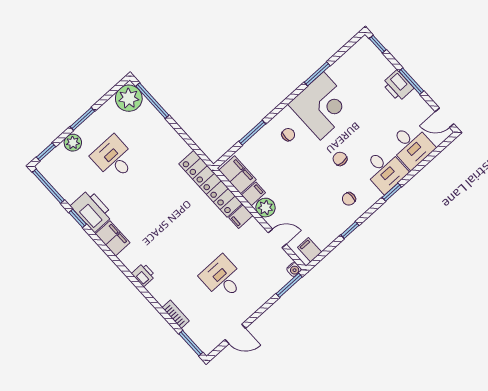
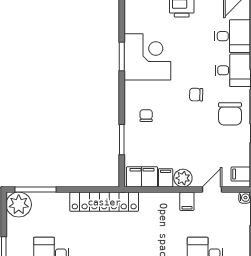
corner desk: (322, 106) -> (147, 57), moved
locker: (210, 184) -> (104, 202), moved
chair: (349, 199) -> (230, 114), width x1.87, depth x1.87
filing cabinet: (241, 217) -> (187, 201), moved

